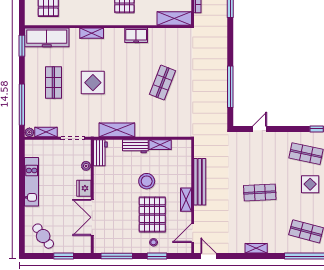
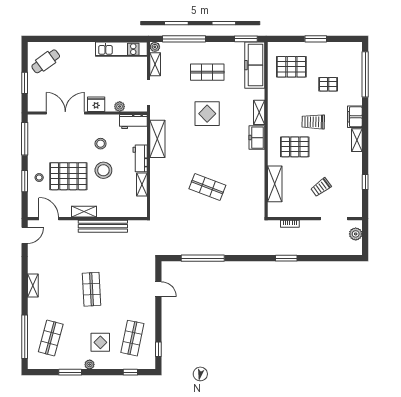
shelving: (174, 18) -> (275, 184), moved
freezer: (136, 35) -> (257, 138), moved
kitchen unit: (32, 182) -> (121, 49), moved
stool: (121, 184) -> (101, 144), added

